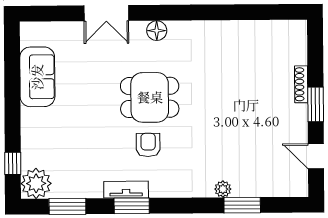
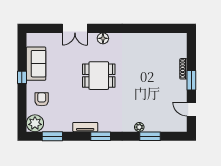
armchair: (148, 145) -> (42, 99), moved
window: (13, 163) -> (22, 77), moved
window: (132, 206) -> (101, 136), moved

